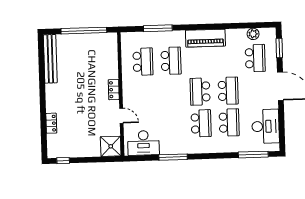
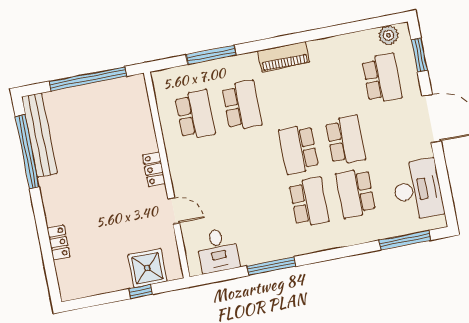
plant: (253, 34) -> (388, 35), moved
piano: (205, 38) -> (284, 57), width x0.73, depth x0.75
window: (42, 67) -> (27, 152), added
school desk: (229, 122) -> (356, 193), turned 180
desk: (143, 143) -> (218, 250), width x0.73
shower: (111, 146) -> (147, 268), moved
window: (63, 161) -> (141, 291), moved

